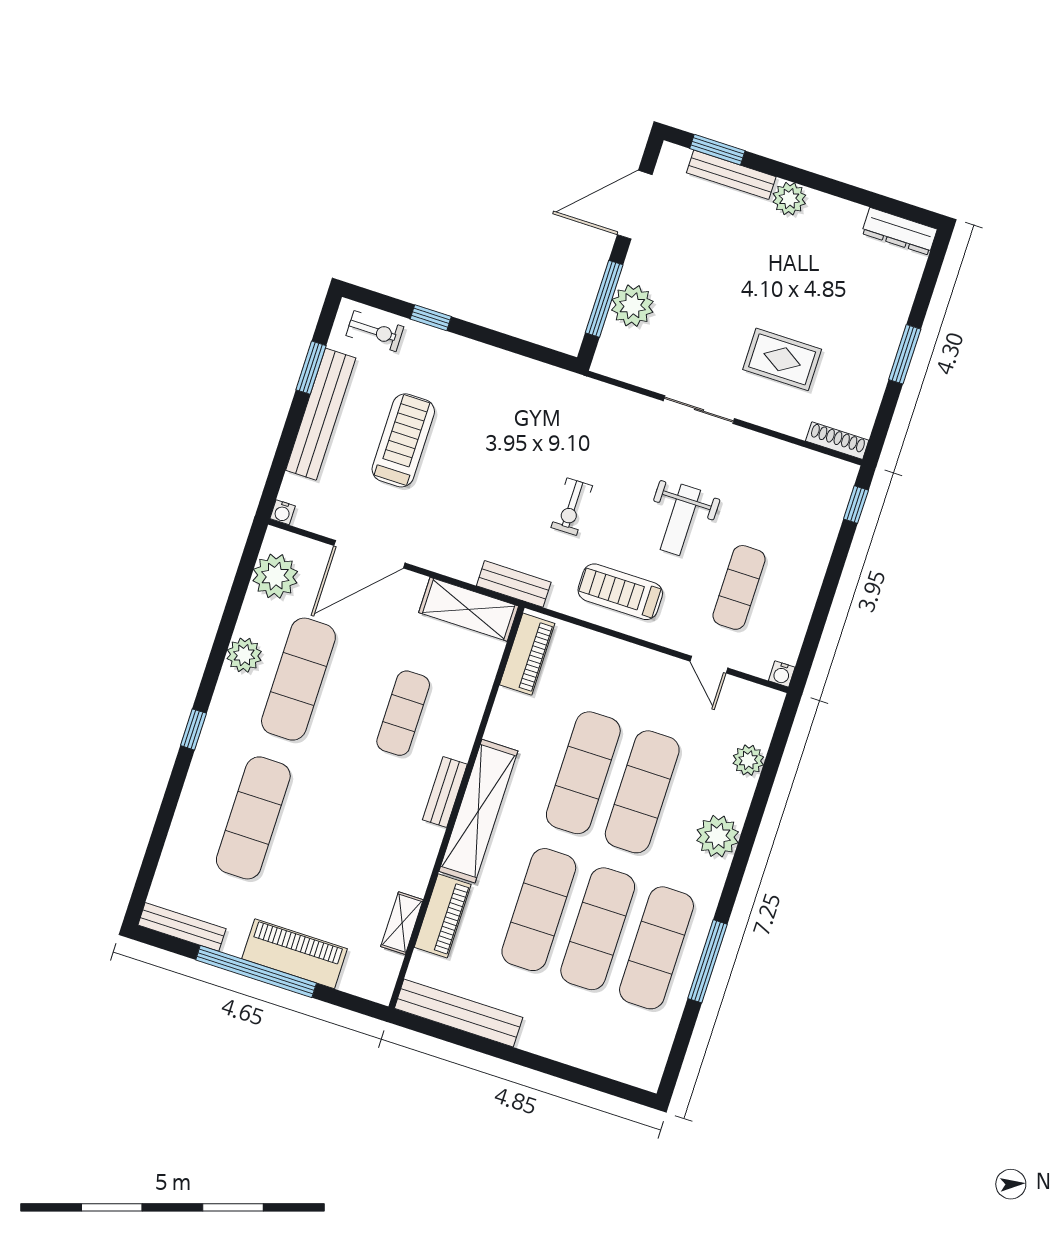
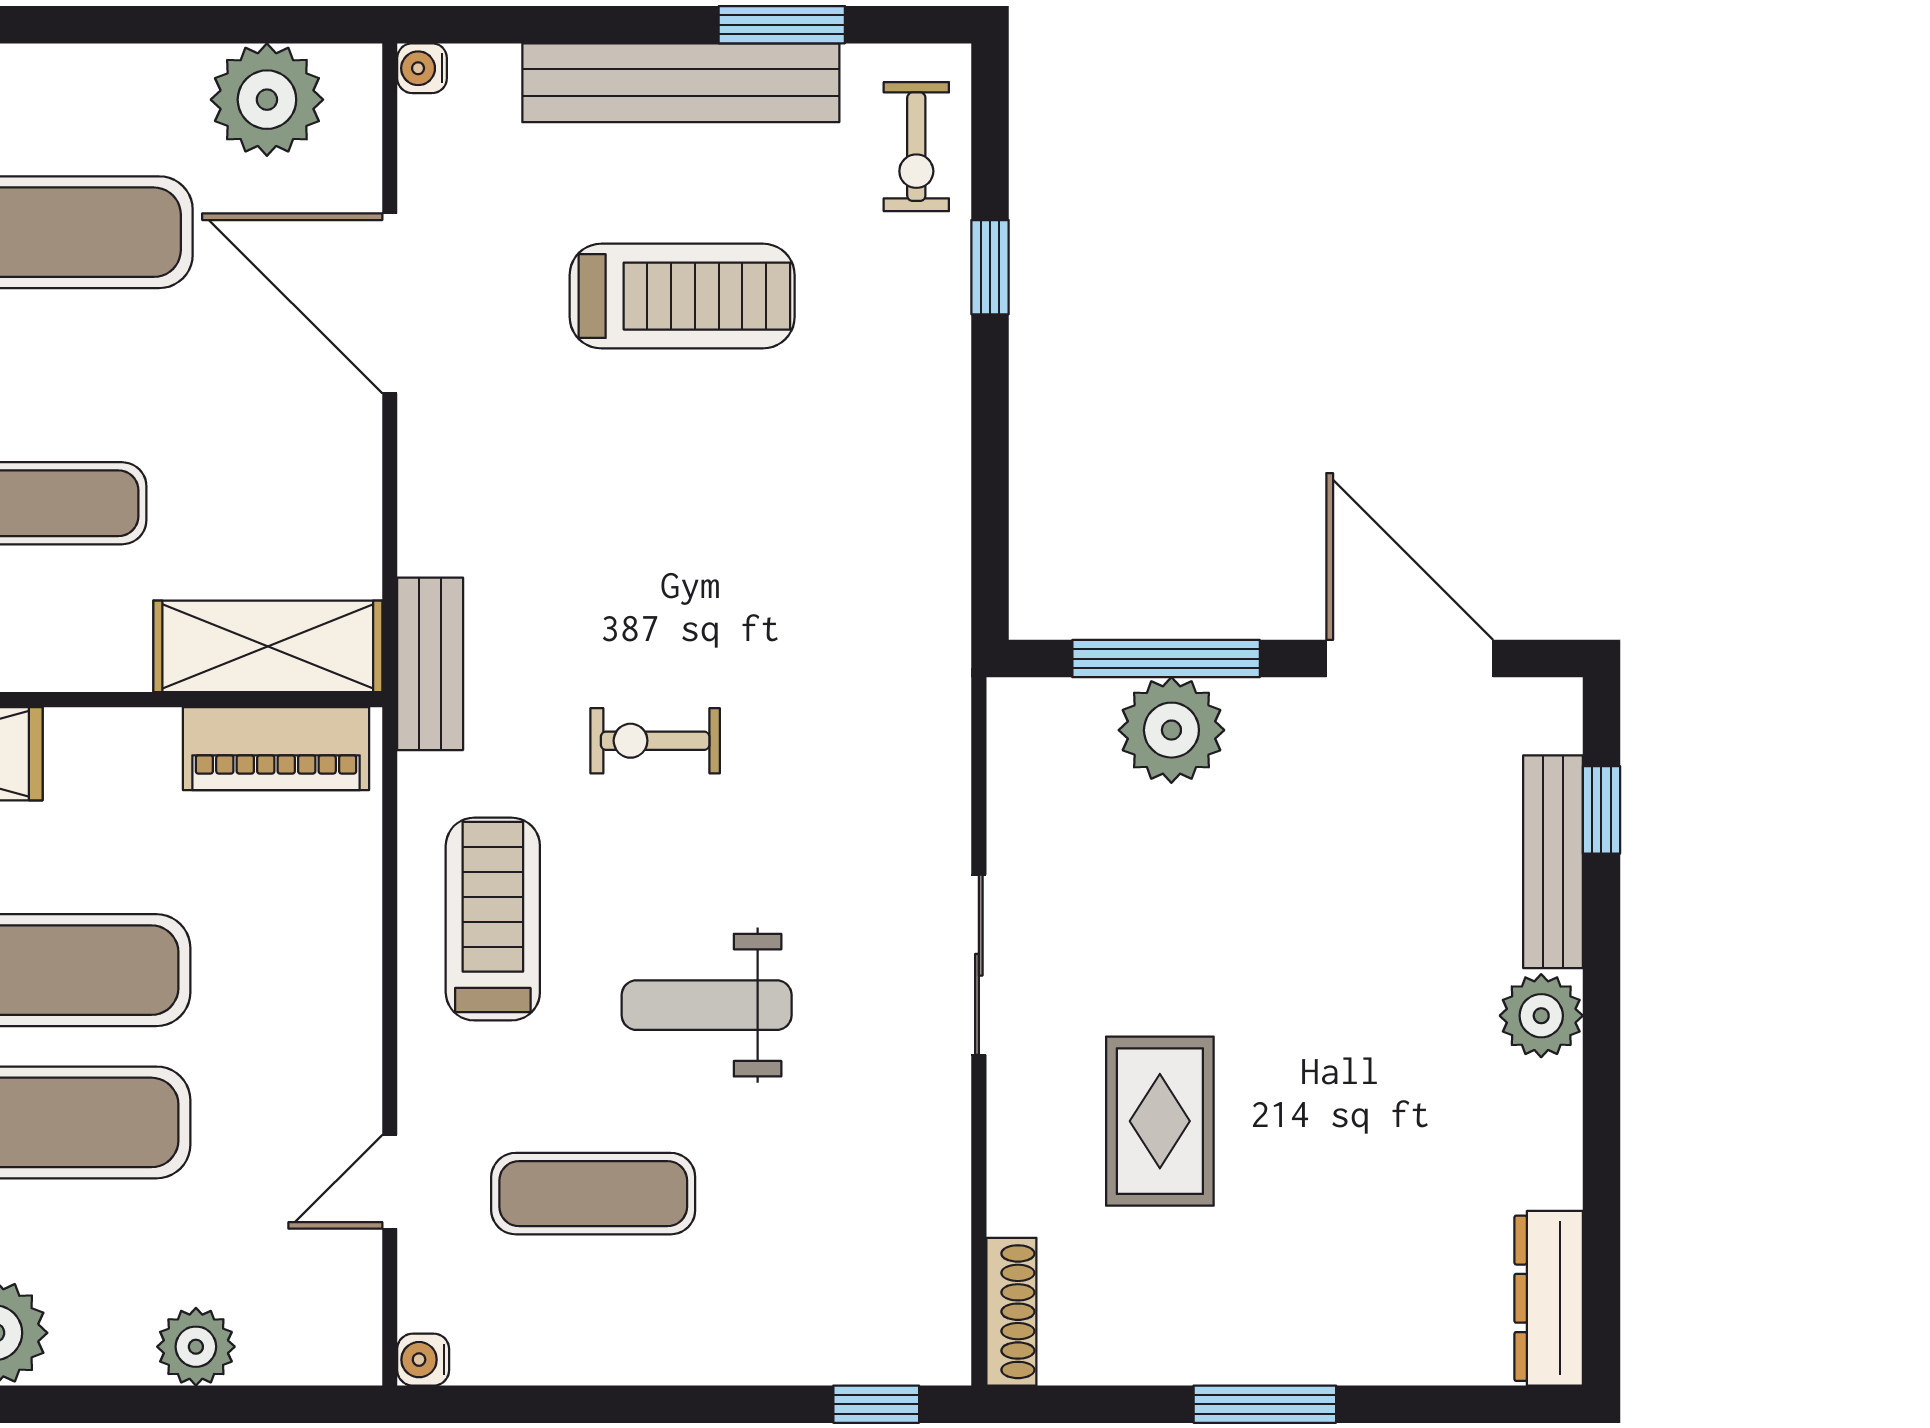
window: (717, 150) -> (1601, 810), width x0.67
shelving: (469, 609) -> (268, 646), moved, turned 90
plant: (244, 655) -> (59, 87), removed

